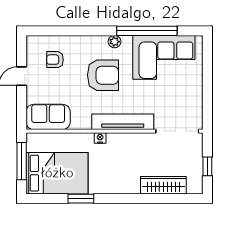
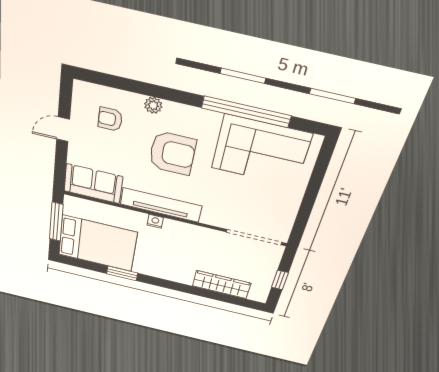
plant: (114, 42) -> (153, 105), moved
tv unit: (123, 122) -> (161, 205), moved

